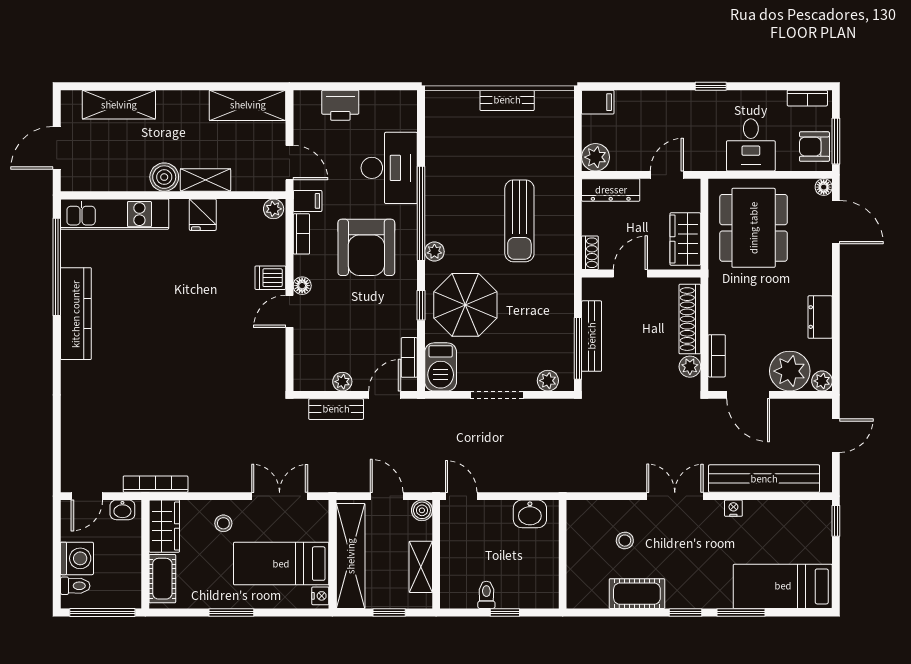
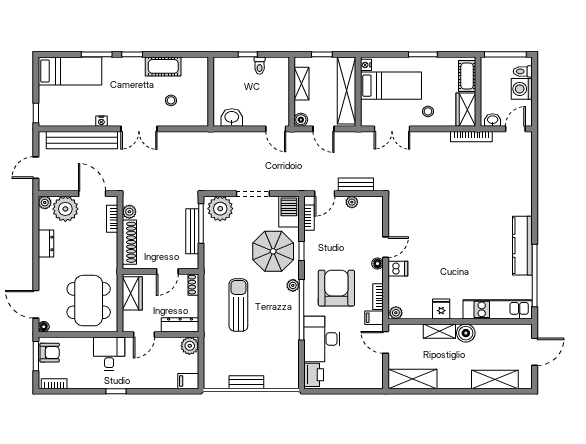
printer: (340, 105) -> (314, 375), moved, turned 90
desk: (751, 145) -> (109, 354), moved
plant: (548, 381) -> (220, 209), width x1.88, depth x1.88

